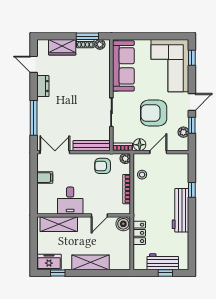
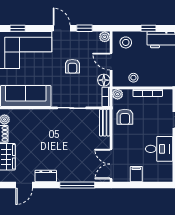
armchair: (154, 113) -> (72, 66), width x0.53, depth x0.53
plant: (183, 132) -> (105, 37), moved
bench: (92, 146) -> (105, 123), width x0.73
stool: (178, 167) -> (126, 42), added

